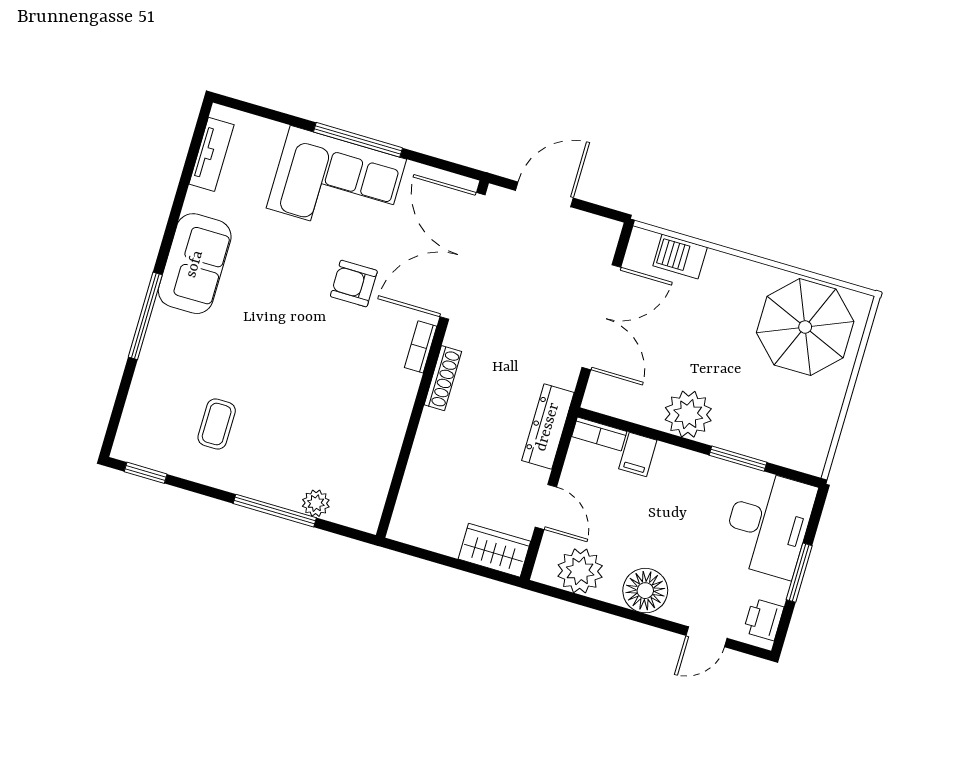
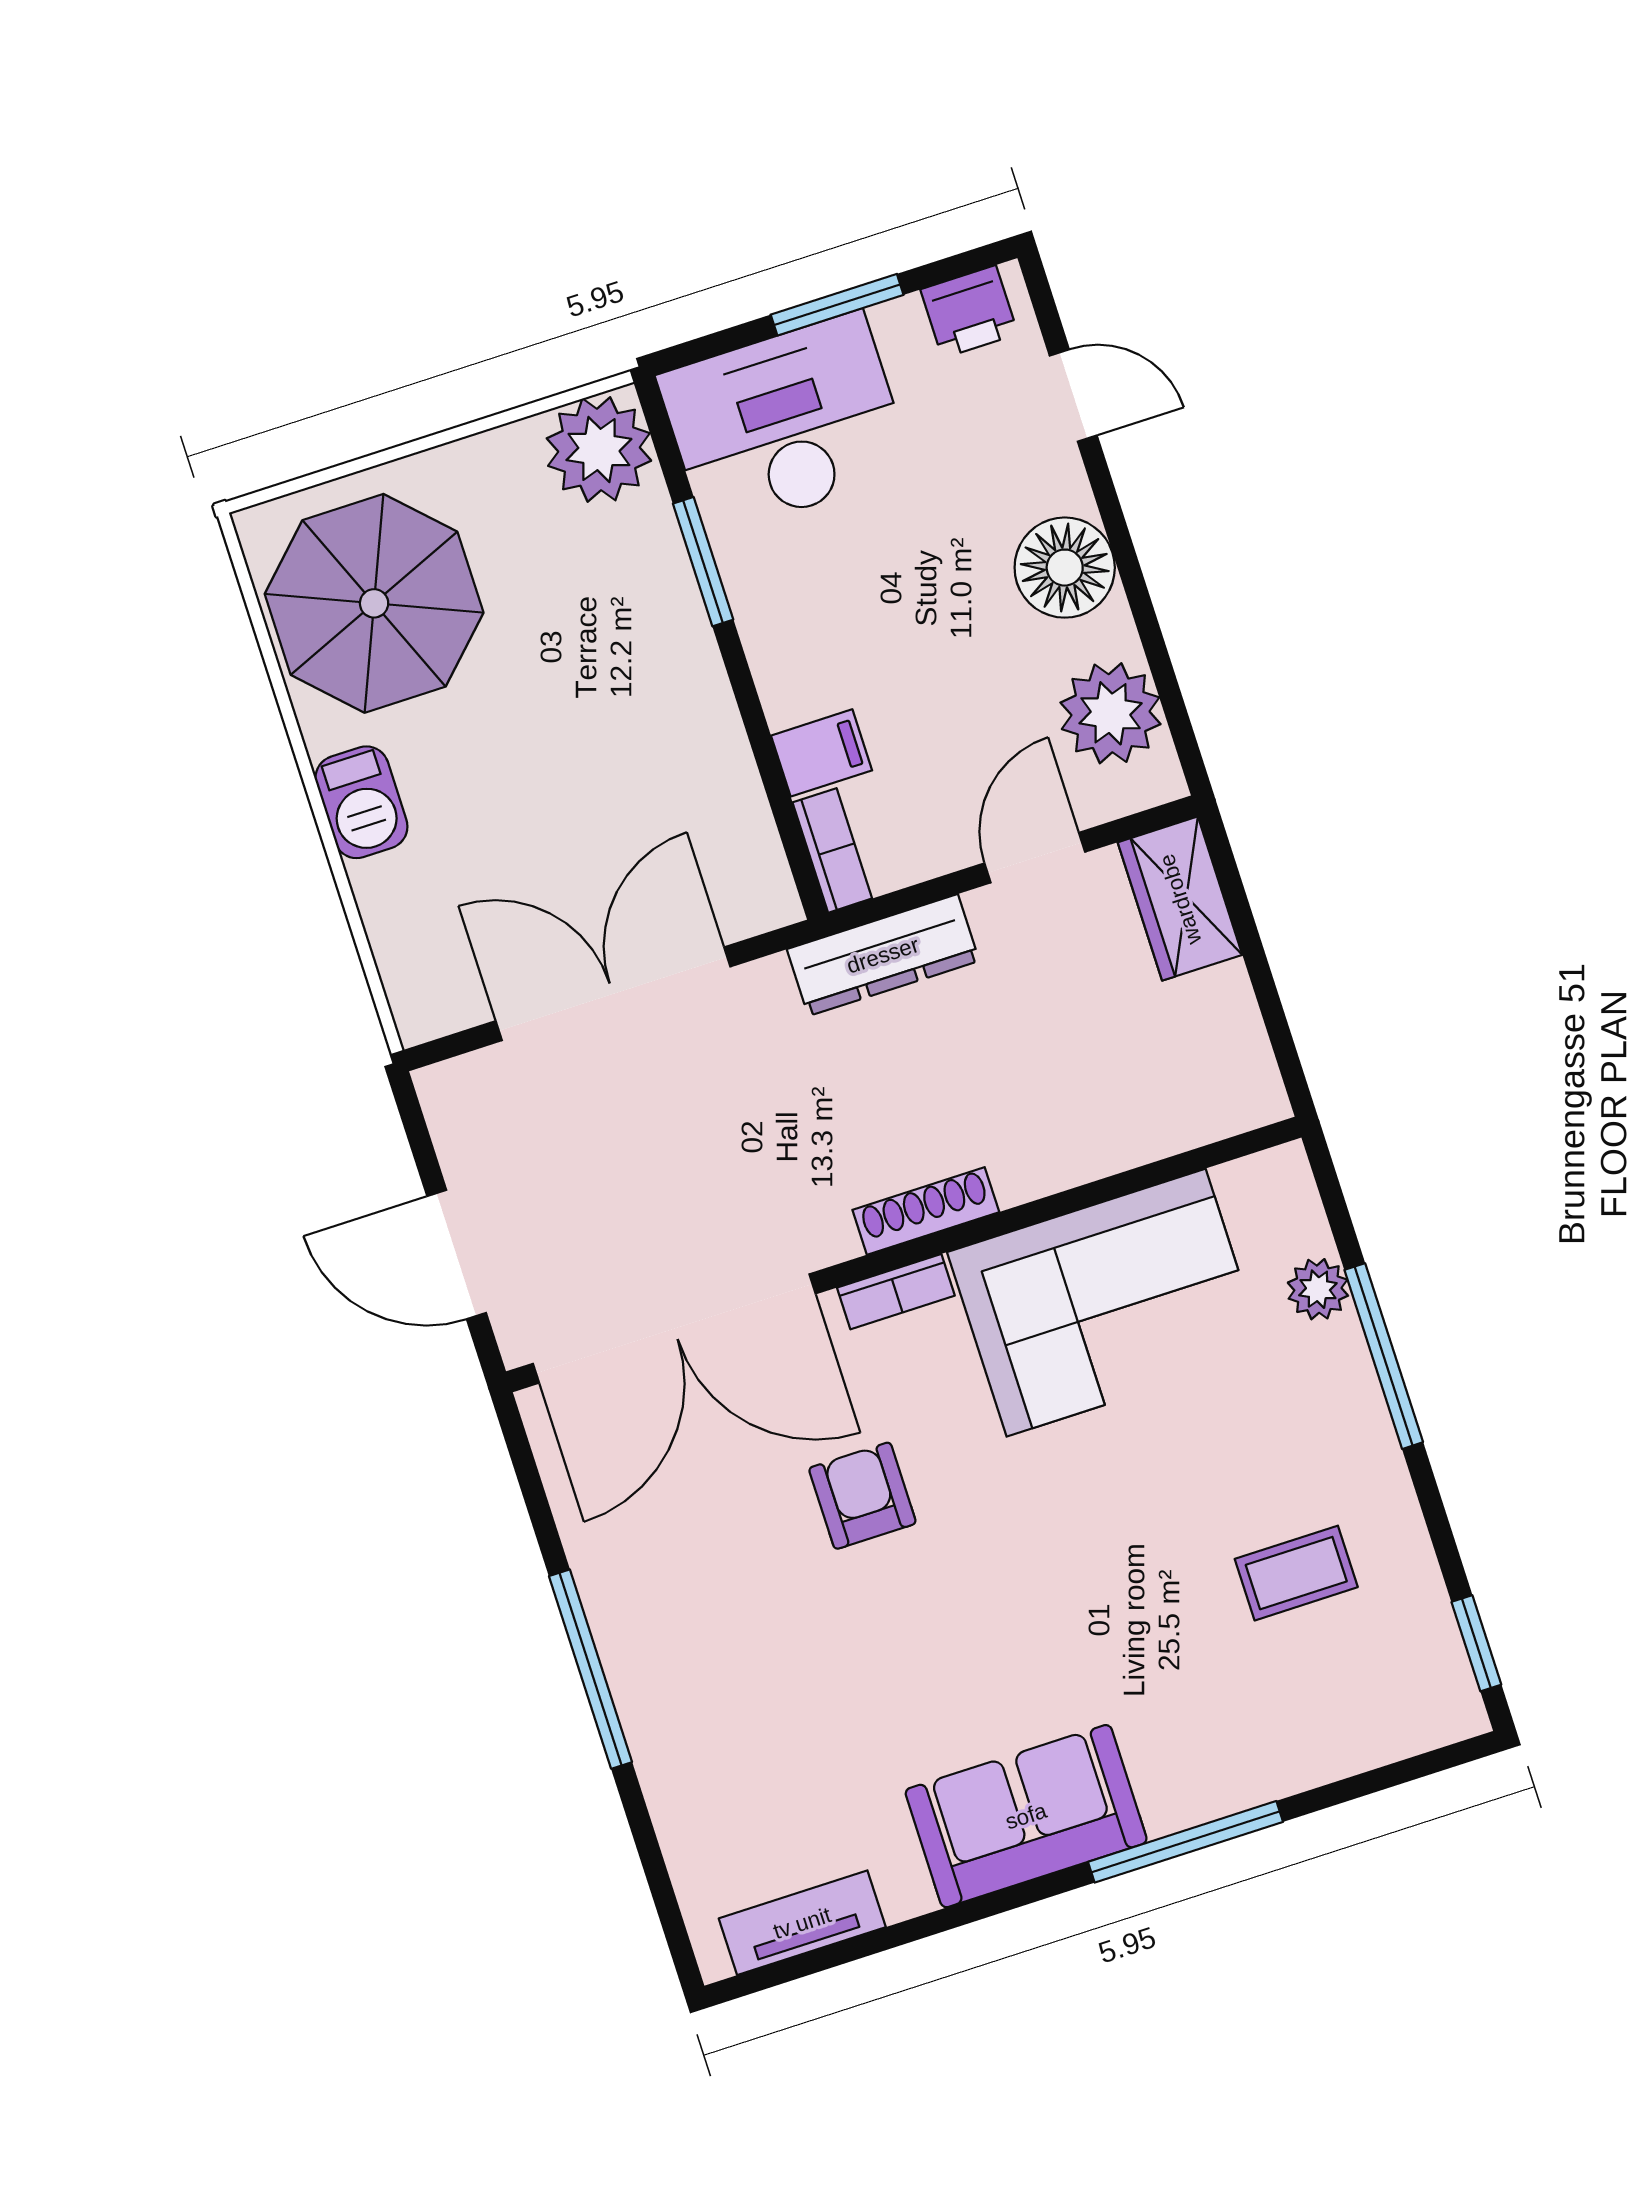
corner sofa: (336, 184) -> (1106, 1303), moved, turned 90
barbecue: (680, 257) -> (361, 802), moved
armchair: (354, 284) -> (862, 1496), turned 180
plant: (688, 414) -> (599, 449), moved

